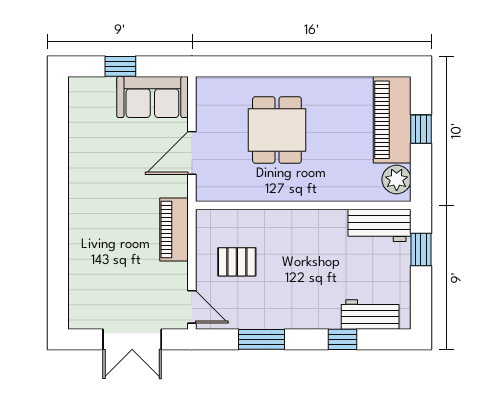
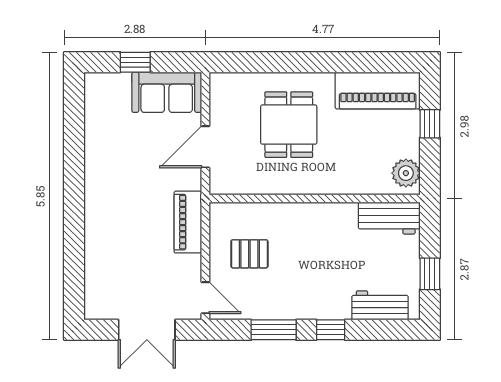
piano: (392, 120) -> (378, 91), moved, turned -90
window: (421, 249) -> (430, 274), moved
window: (342, 339) -> (331, 330), moved

